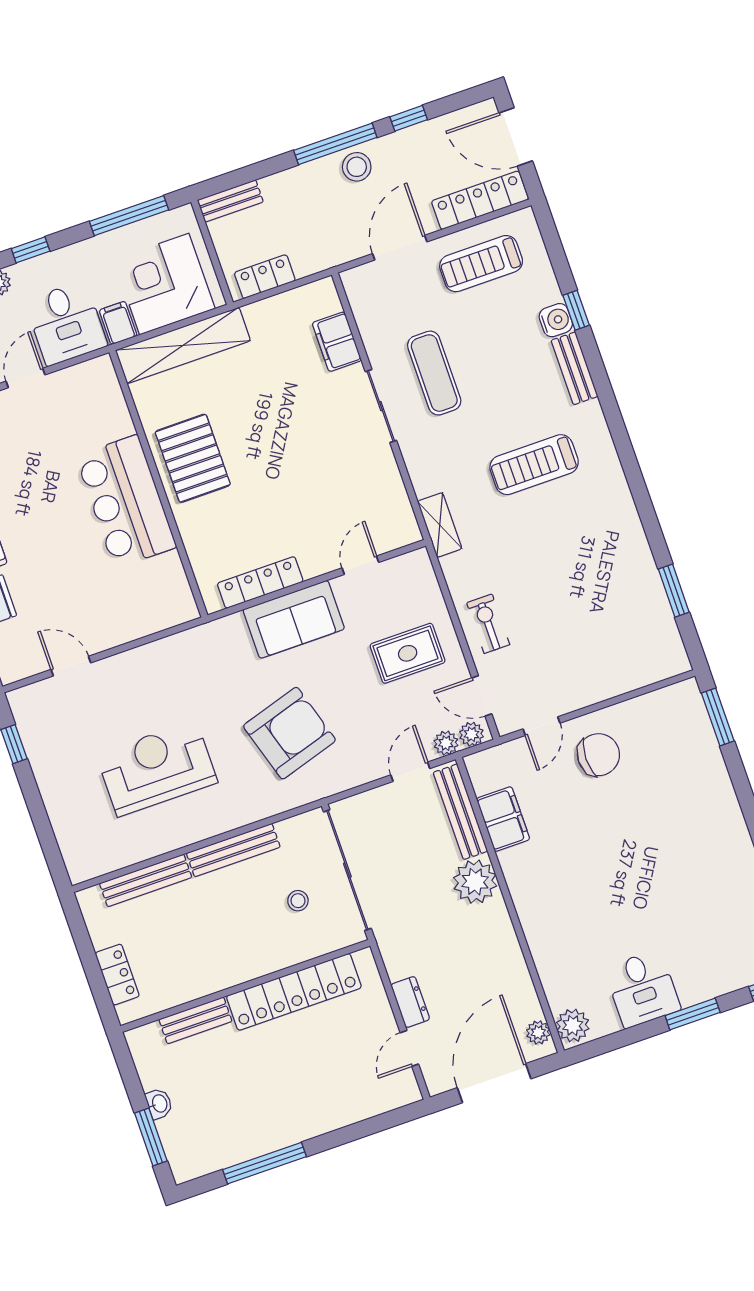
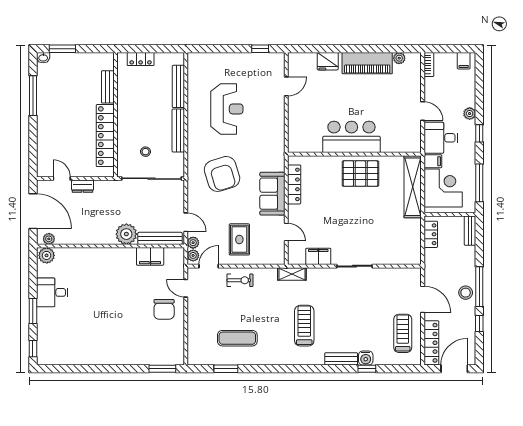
filing cabinet: (337, 342) -> (318, 256), moved
exercise mat: (434, 373) -> (237, 338), moved
washbasin: (159, 1104) -> (43, 58), moved

